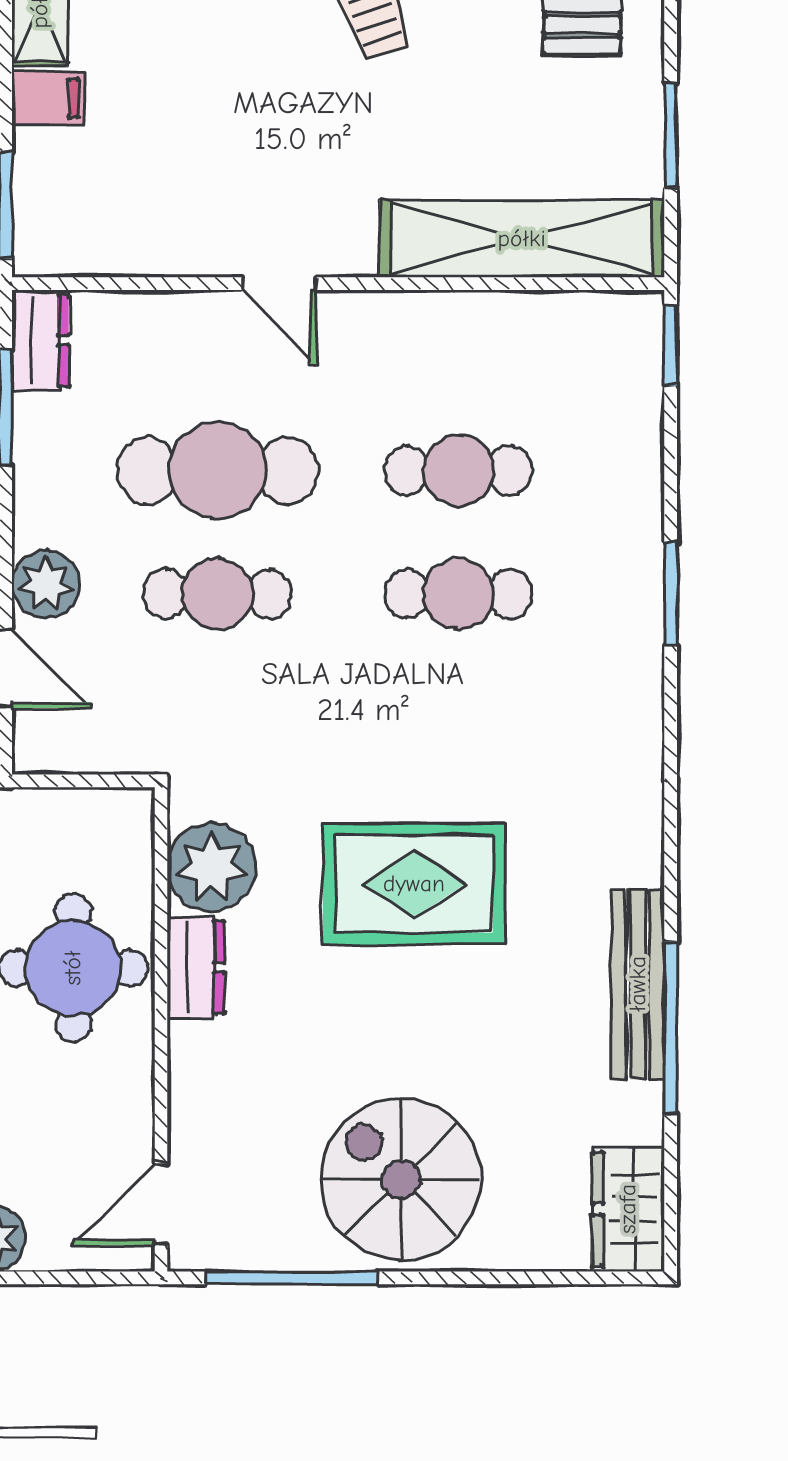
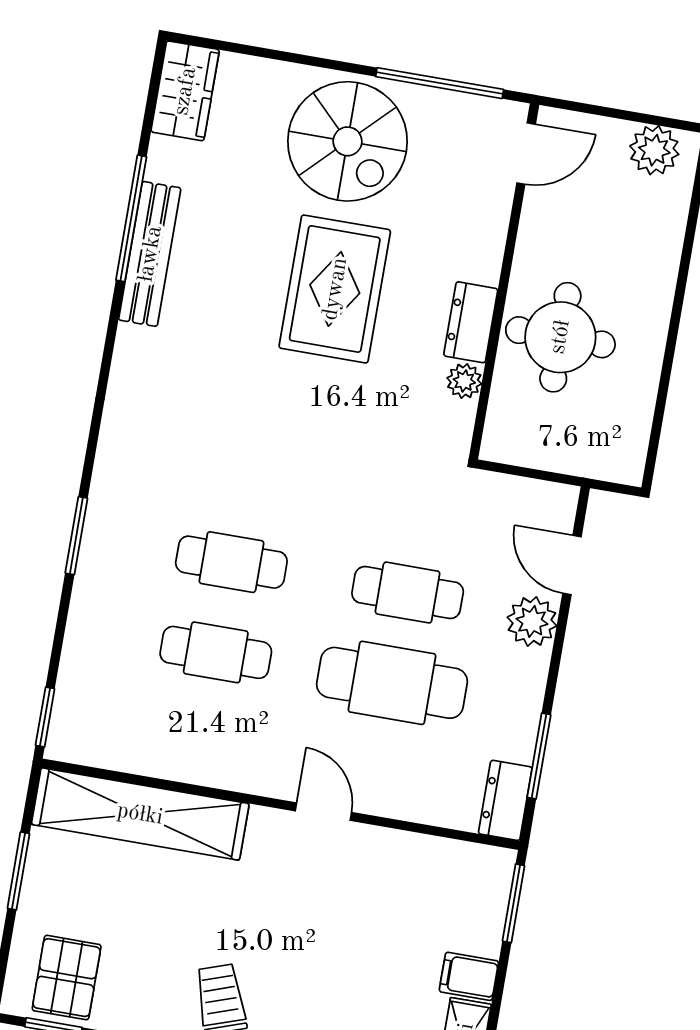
plant: (212, 867) -> (464, 381), width x0.53, depth x0.53
rug: (414, 884) -> (335, 289), moved, turned 90

